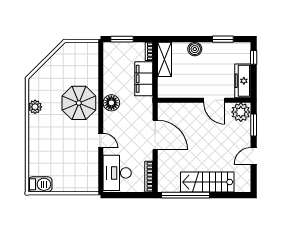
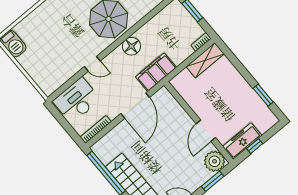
boiler: (195, 49) -> (235, 79), removed
window: (254, 57) -> (255, 146), moved
filing cabinet: (144, 79) -> (156, 72), moved
door: (101, 141) -> (92, 64), hinge flipped

